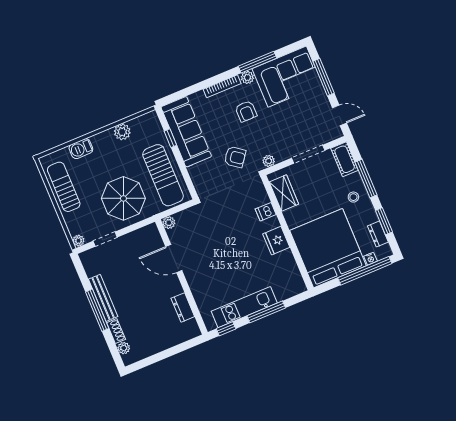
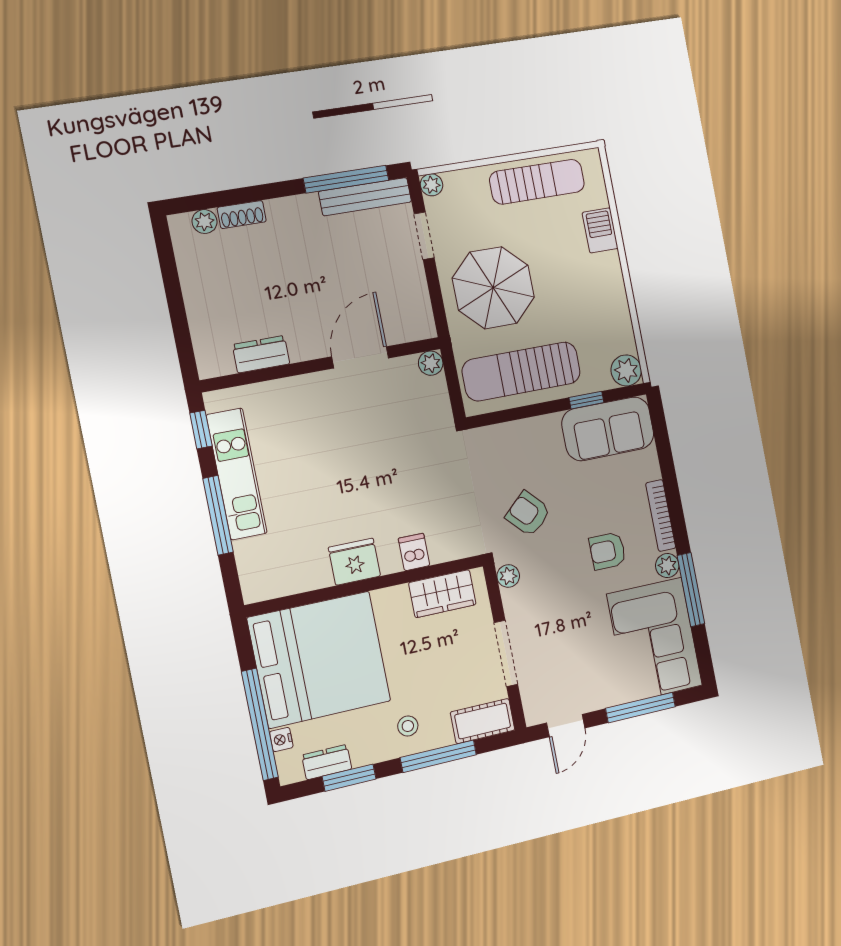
plant: (122, 132) -> (626, 370), moved
sofa: (186, 132) -> (608, 429), width x0.73
armchair: (235, 157) -> (528, 514), turned 100
bench: (103, 298) -> (365, 197), moved
window: (97, 310) -> (346, 179), moved

